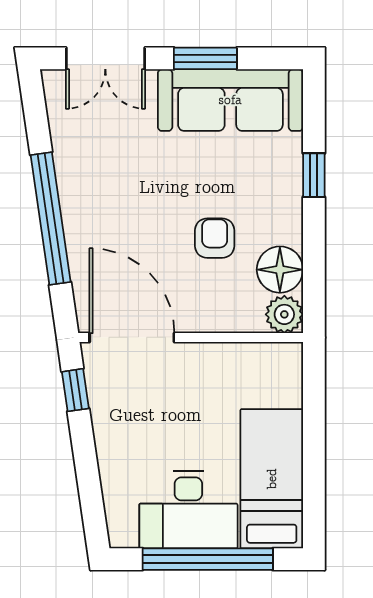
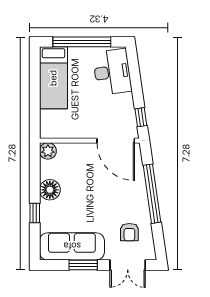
double door: (105, 58) -> (128, 265), swing flipped
armchair: (215, 238) -> (129, 232), moved
floor lamp: (280, 270) -> (50, 190), moved
desk: (188, 510) -> (112, 72), moved, turned 82

